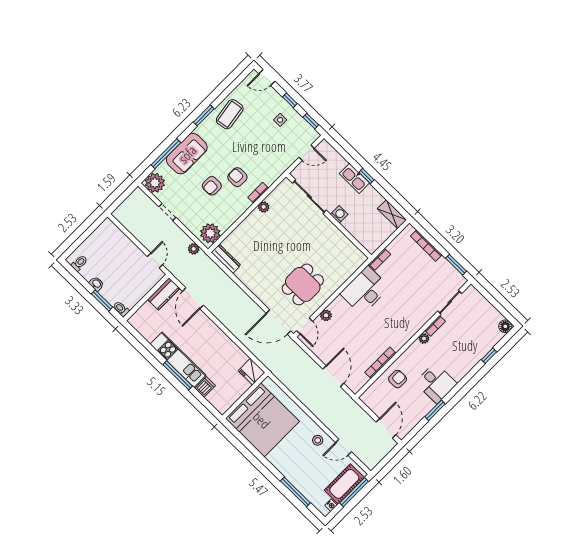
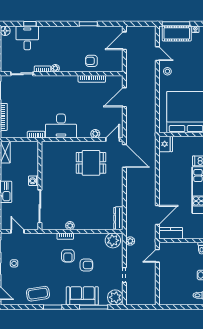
desk: (436, 383) -> (27, 38), moved

